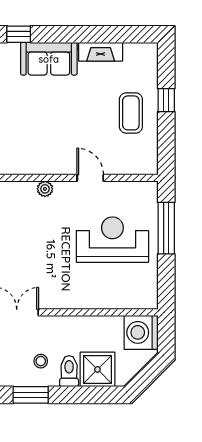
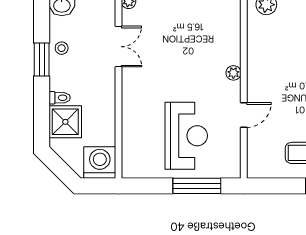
stool: (41, 361) -> (62, 48), moved
toilet: (69, 371) -> (60, 98), width x0.73, depth x0.72

